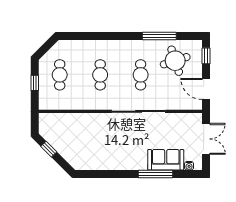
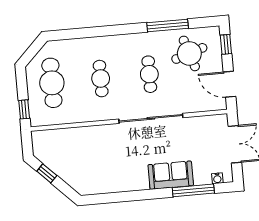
cafe table: (60, 75) -> (52, 83), width x1.37, depth x1.35
window: (35, 83) -> (24, 109), moved
sofa: (166, 160) -> (171, 175), moved
window: (156, 174) -> (193, 190), moved

